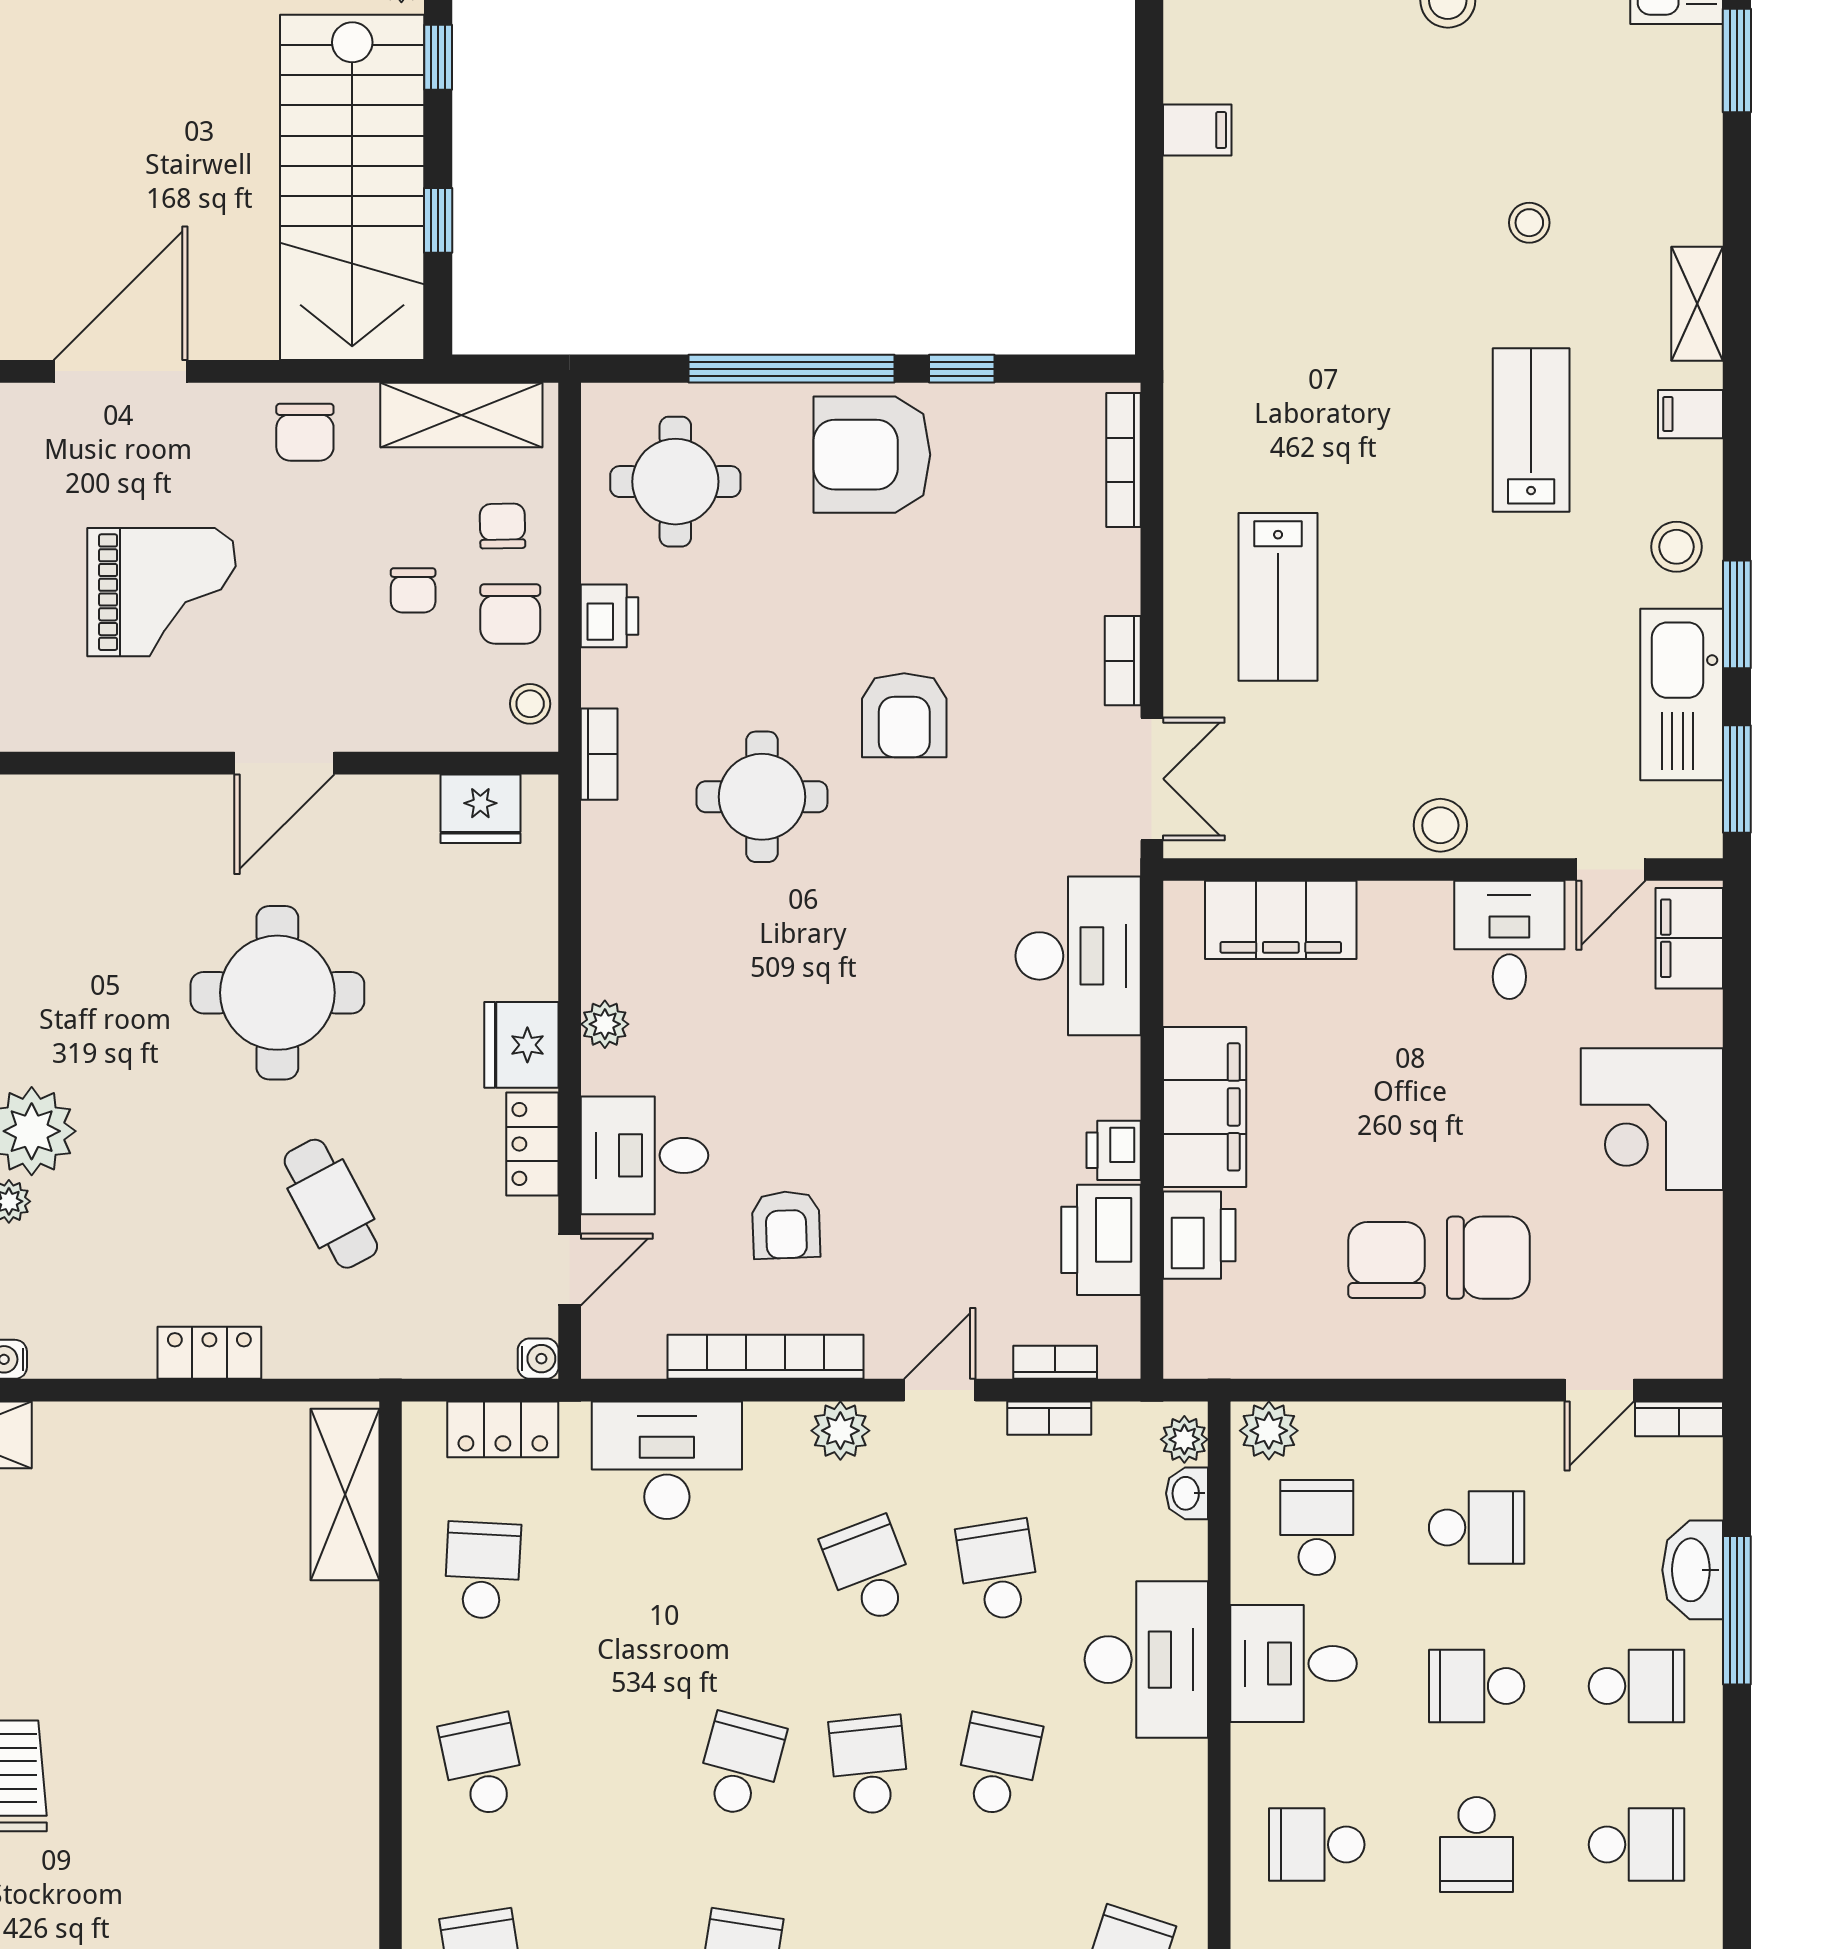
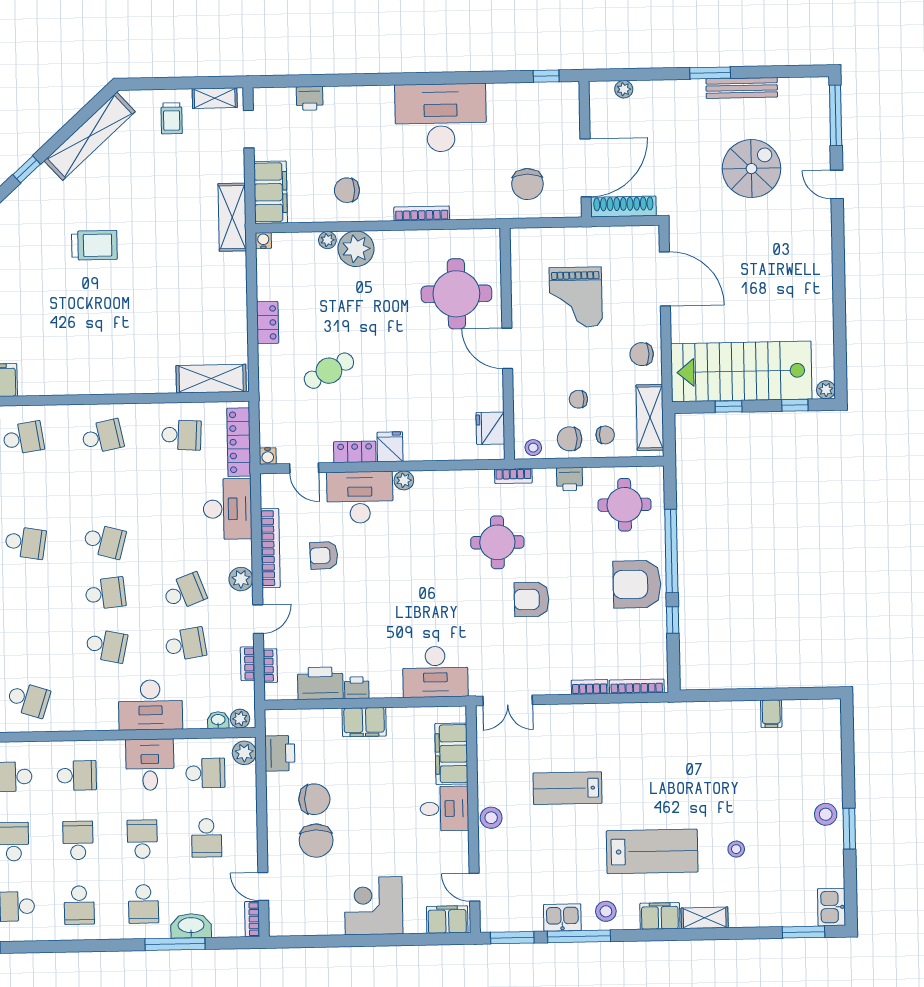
filing cabinet: (1691, 414) -> (660, 916), width x2.00
lab bench: (1531, 430) -> (652, 851), width x1.36, depth x1.39
armchair: (872, 455) -> (637, 584), turned -90
lab bench: (1278, 597) -> (568, 788), moved
window: (1737, 614) -> (579, 936), width x1.44
bookcase: (1123, 661) -> (590, 687), moved
kitchen sink: (1682, 695) -> (562, 917), width x0.53, depth x0.81
desk: (1509, 940) -> (444, 809), moved
round table: (277, 993) -> (456, 294), moved
fridge: (521, 1045) -> (390, 447), width x0.72
filing cabinet: (1205, 1107) -> (364, 722), width x0.67, depth x0.86
desk: (644, 1155) -> (360, 497), width x1.37
printer: (1199, 1235) -> (280, 753), moved, turned -90
door: (940, 1390) -> (258, 619), hinge flipped
locker: (503, 1429) -> (239, 442), width x1.53
school desk: (1317, 1845) -> (77, 776), turned 90
school desk: (1477, 1845) -> (78, 840), turned 90

